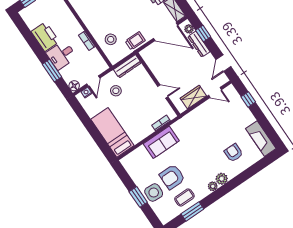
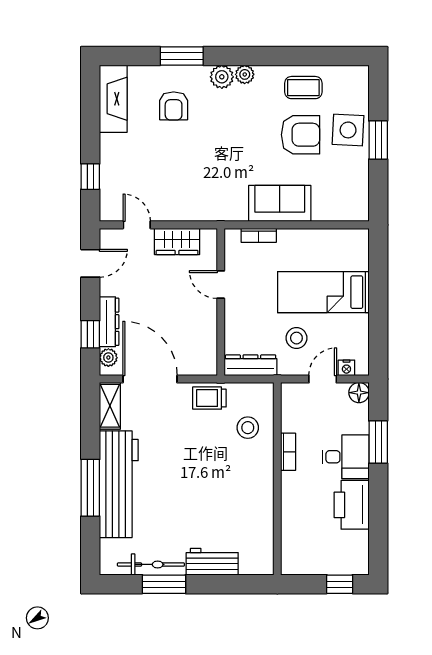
bed: (112, 132) -> (323, 292), moved, turned 90
window: (192, 211) -> (182, 56), moved

